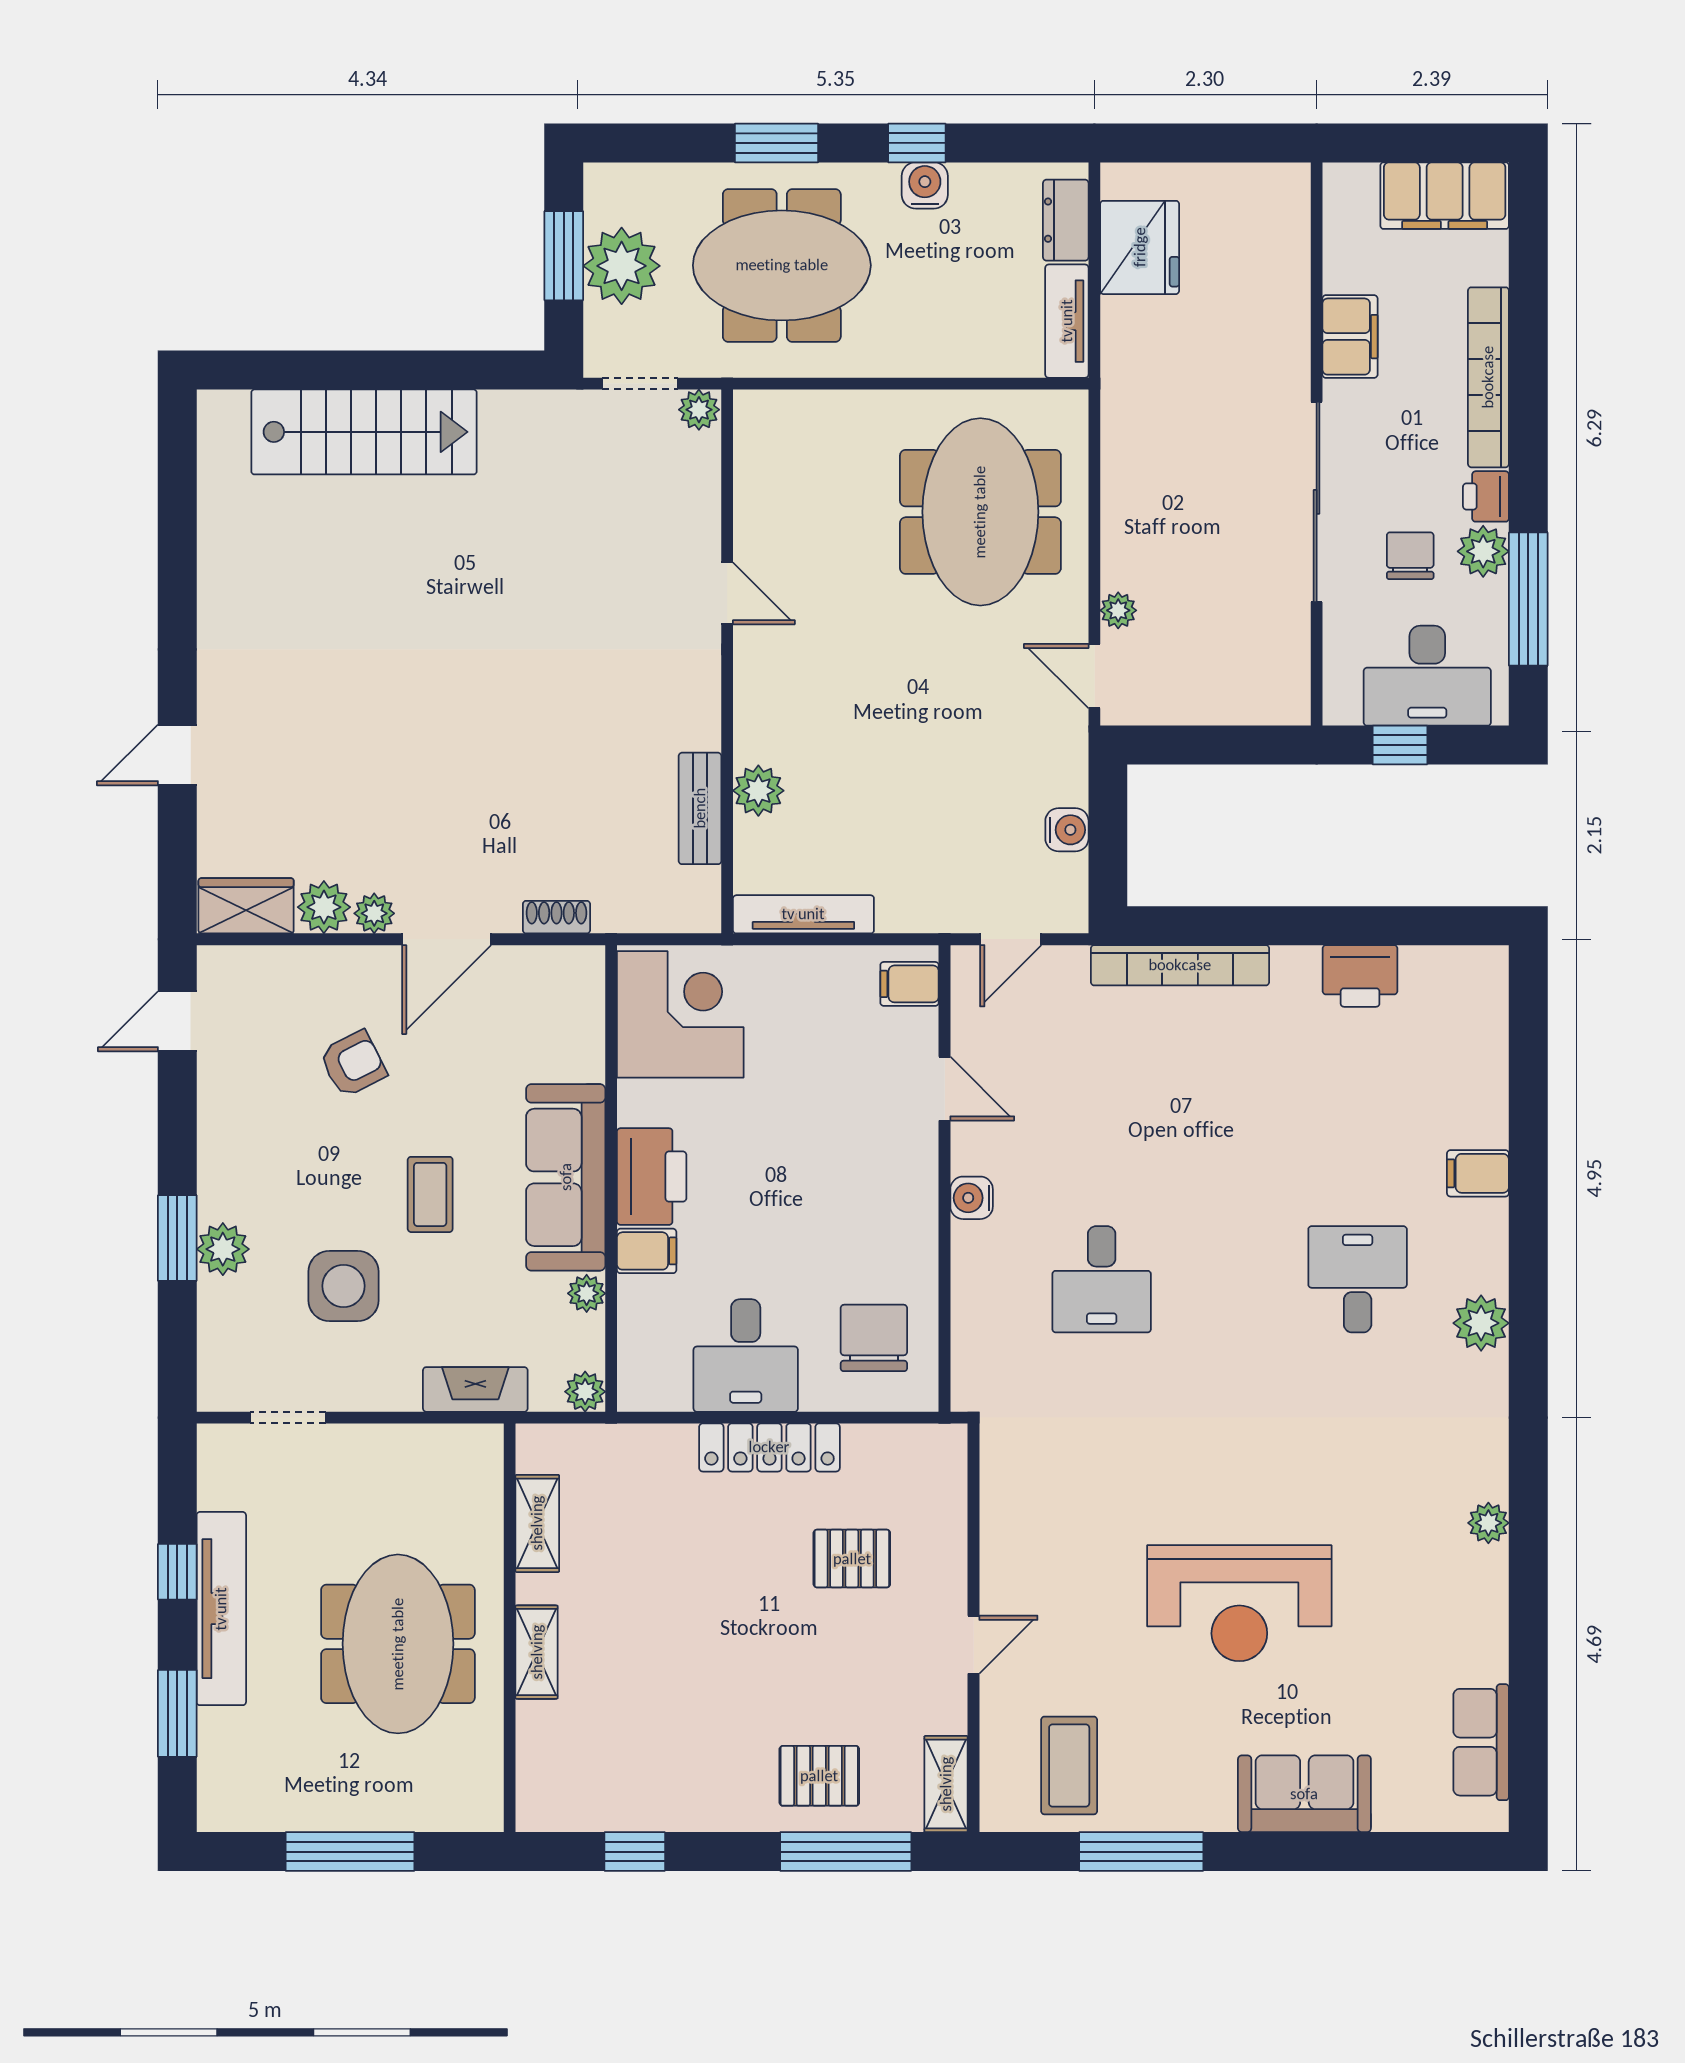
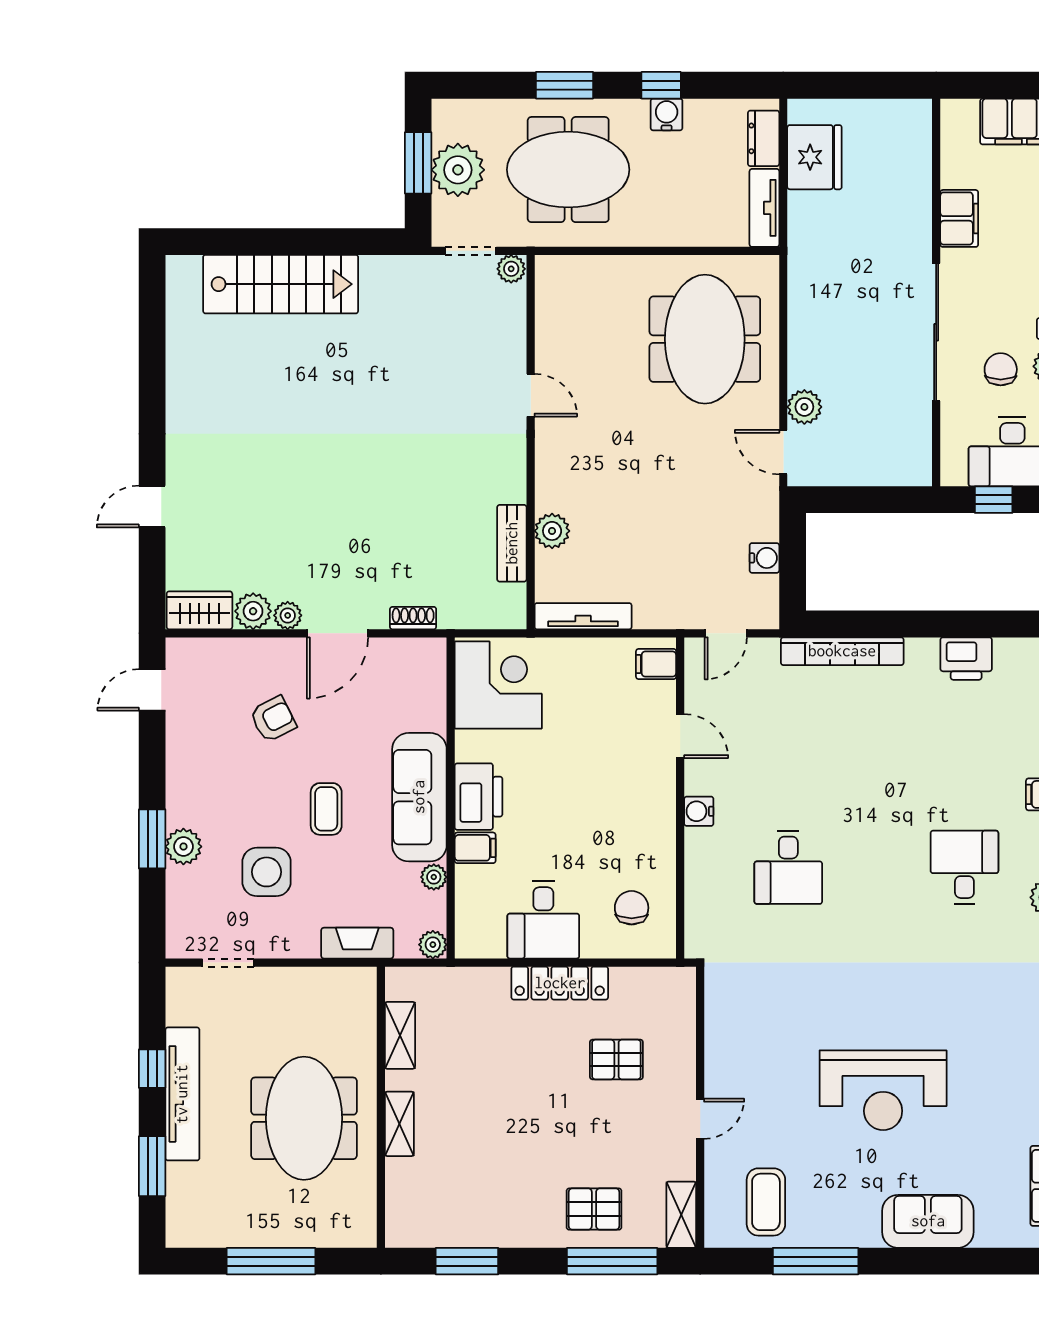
plant: (1118, 610) -> (804, 407), width x1.38, depth x1.38
chair: (874, 1338) -> (632, 908), width x0.73, depth x0.73
window: (635, 1852) -> (467, 1261), width x1.50

